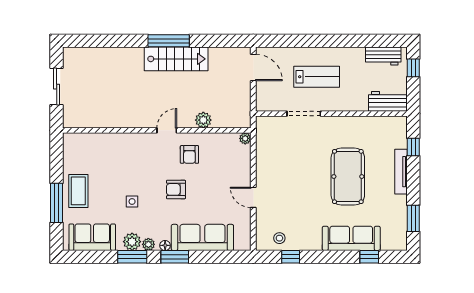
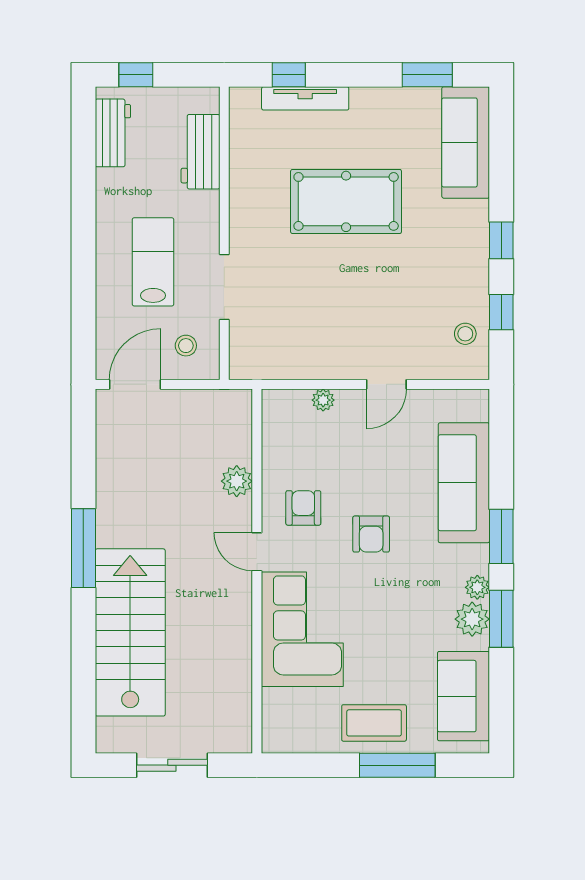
stairs: (176, 59) -> (130, 632), moved, width x1.36, depth x1.51
stool: (273, 94) -> (186, 346), added
workbench: (388, 101) -> (200, 152), moved
plant: (245, 138) -> (323, 400), moved
corner sofa: (127, 154) -> (302, 629), added
armchair: (189, 154) -> (303, 508), turned -90
tv unit: (401, 172) -> (305, 98), moved
side table: (132, 201) -> (394, 619), removed
sofa: (351, 238) -> (466, 142), moved
floor lamp: (165, 245) -> (479, 555), removed
window: (369, 257) -> (501, 240), moved

